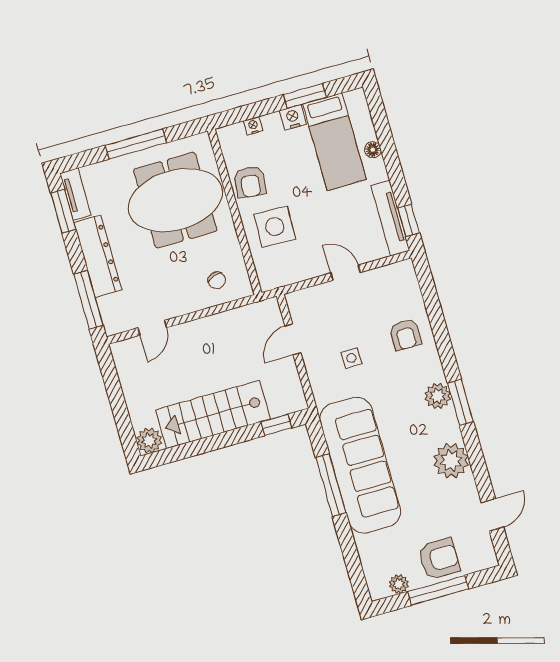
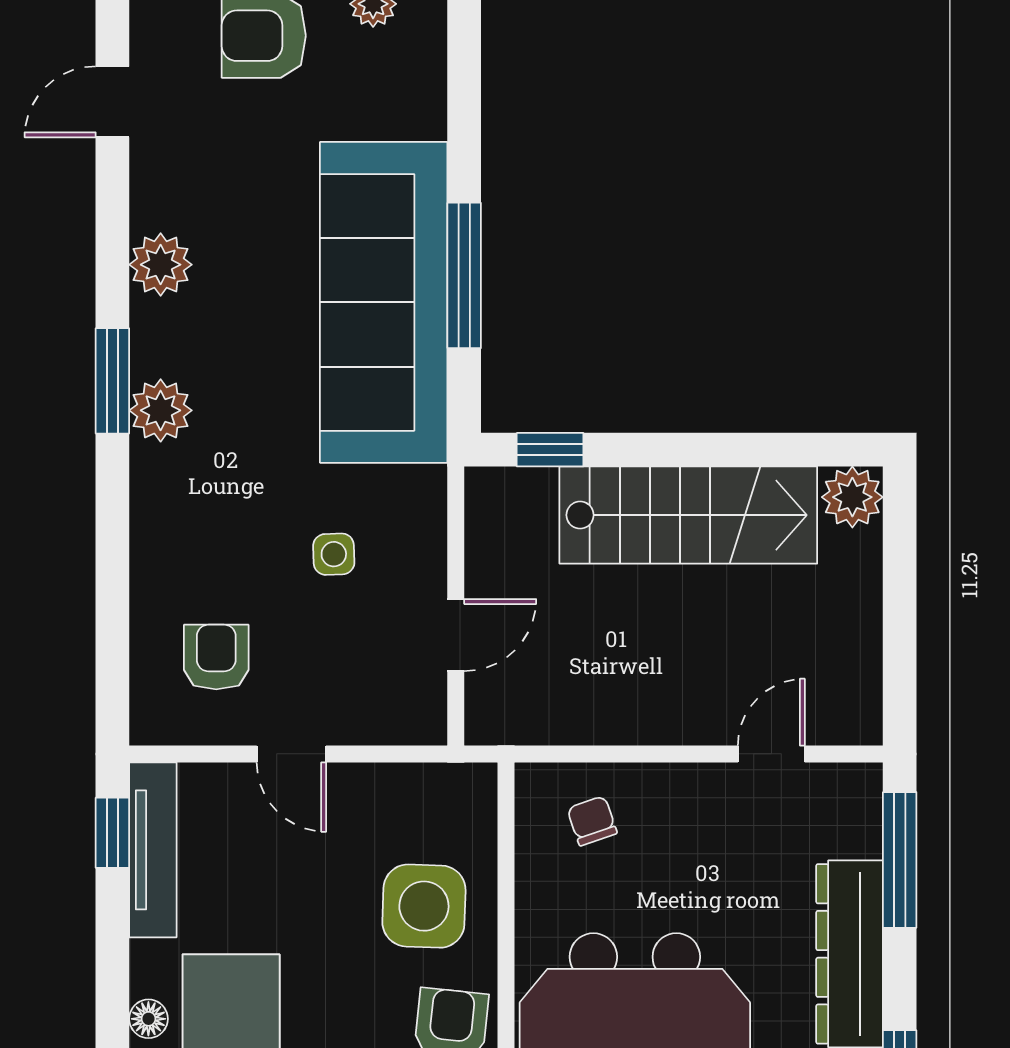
armchair: (405, 335) -> (216, 657), moved
plant: (451, 461) -> (161, 265), width x0.73, depth x0.73

